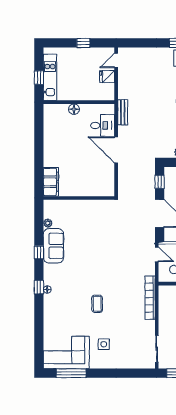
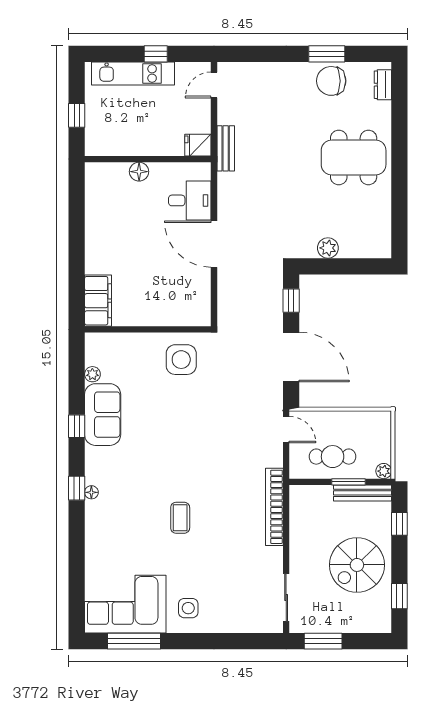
kitchen unit: (50, 77) -> (133, 73), moved, turned 90
fridge: (107, 77) -> (198, 145), moved
bench: (123, 112) -> (226, 148), moved
side table: (98, 215) -> (181, 360), added
side table: (104, 344) -> (188, 608), moved

